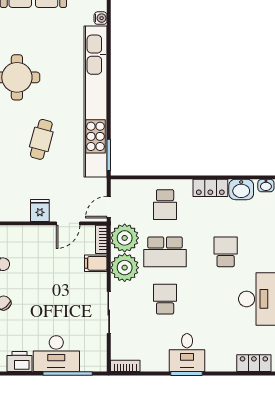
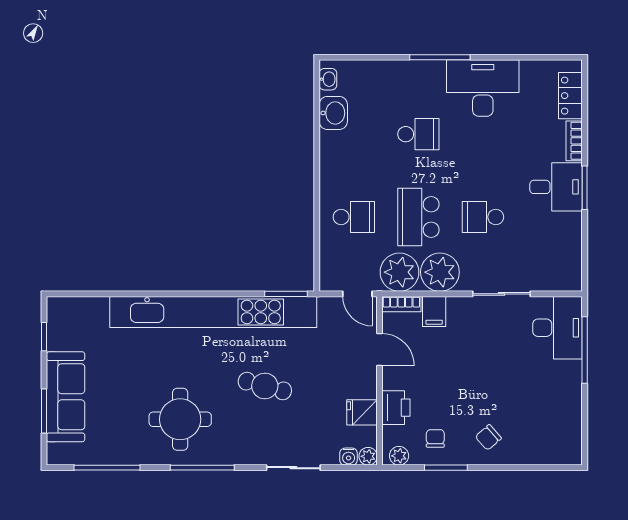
water cooler: (101, 18) -> (99, 305), removed
locker: (210, 188) -> (331, 155), removed
fridge: (40, 210) -> (362, 412), moved
school desk: (165, 252) -> (418, 217), turned 180
school desk: (226, 252) -> (418, 134), turned 180
desk: (56, 354) -> (558, 328), moved
printer: (19, 362) -> (396, 408), moved, turned 180
bookcase: (125, 366) -> (574, 141), moved

